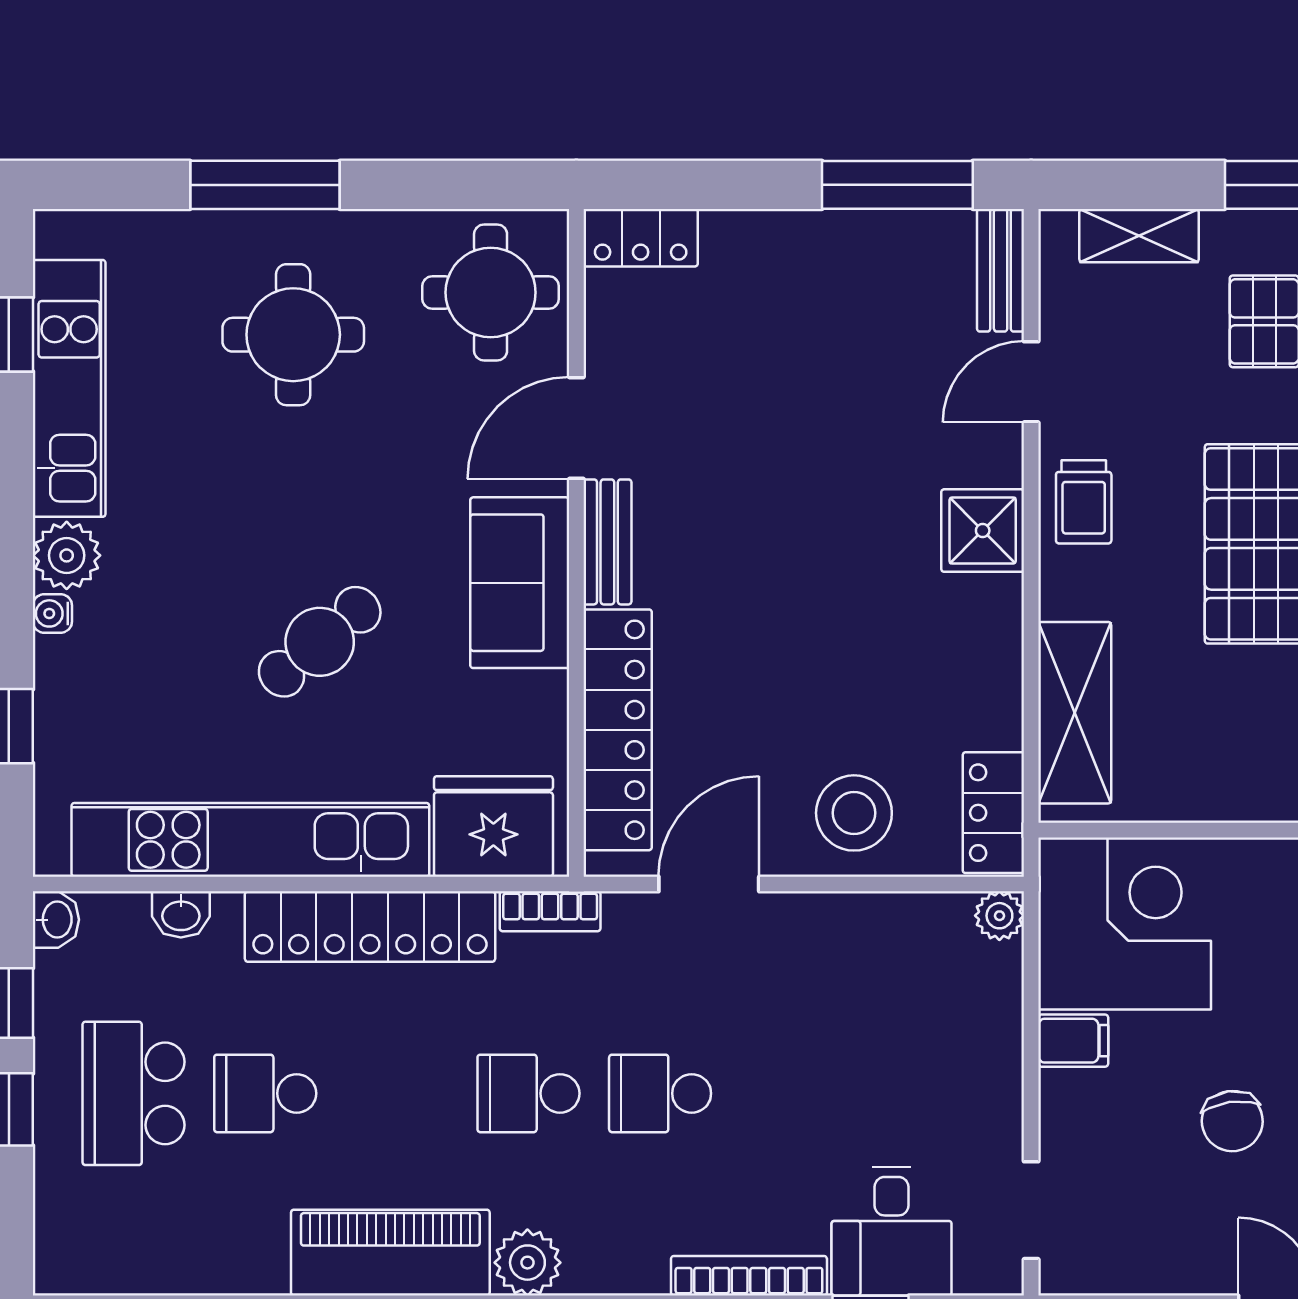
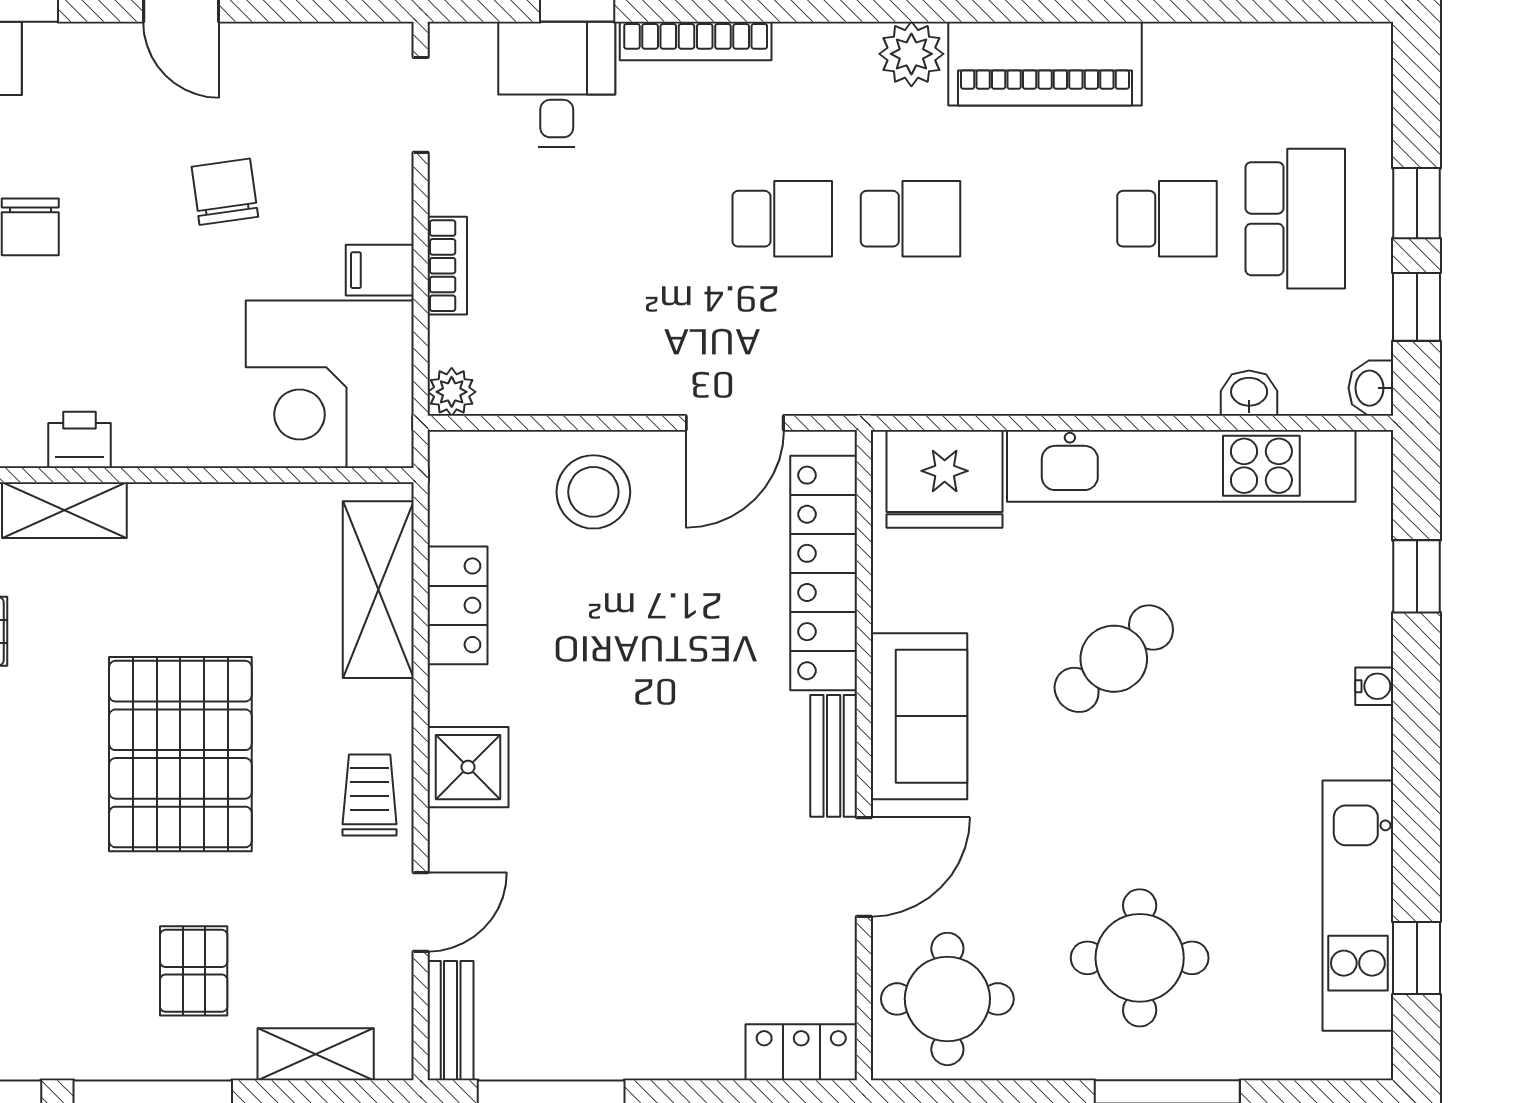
plant: (67, 555) -> (1360, 743), removed
locker: (993, 813) -> (458, 605), moved
bookcase: (550, 911) -> (447, 266), moved, turned 90
locker: (370, 927) -> (1065, 381), removed

